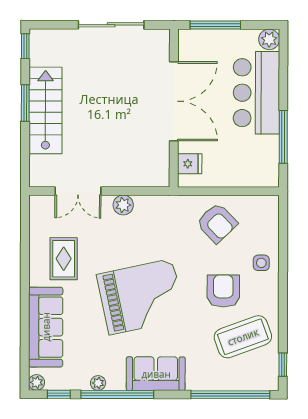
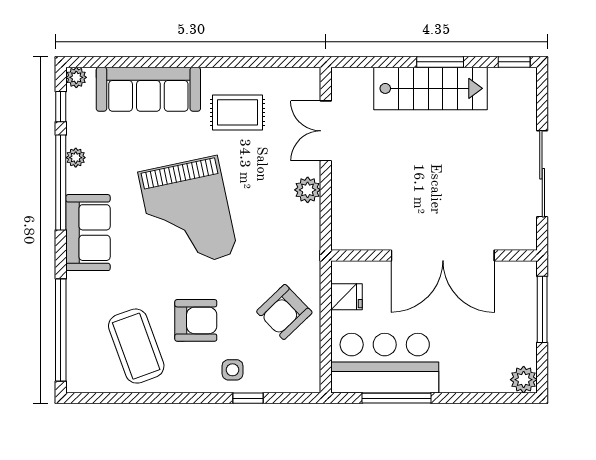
bar counter: (256, 93) -> (385, 363), moved
fridge: (190, 164) -> (346, 297), moved, turned -90
window: (283, 365) -> (248, 398), moved

